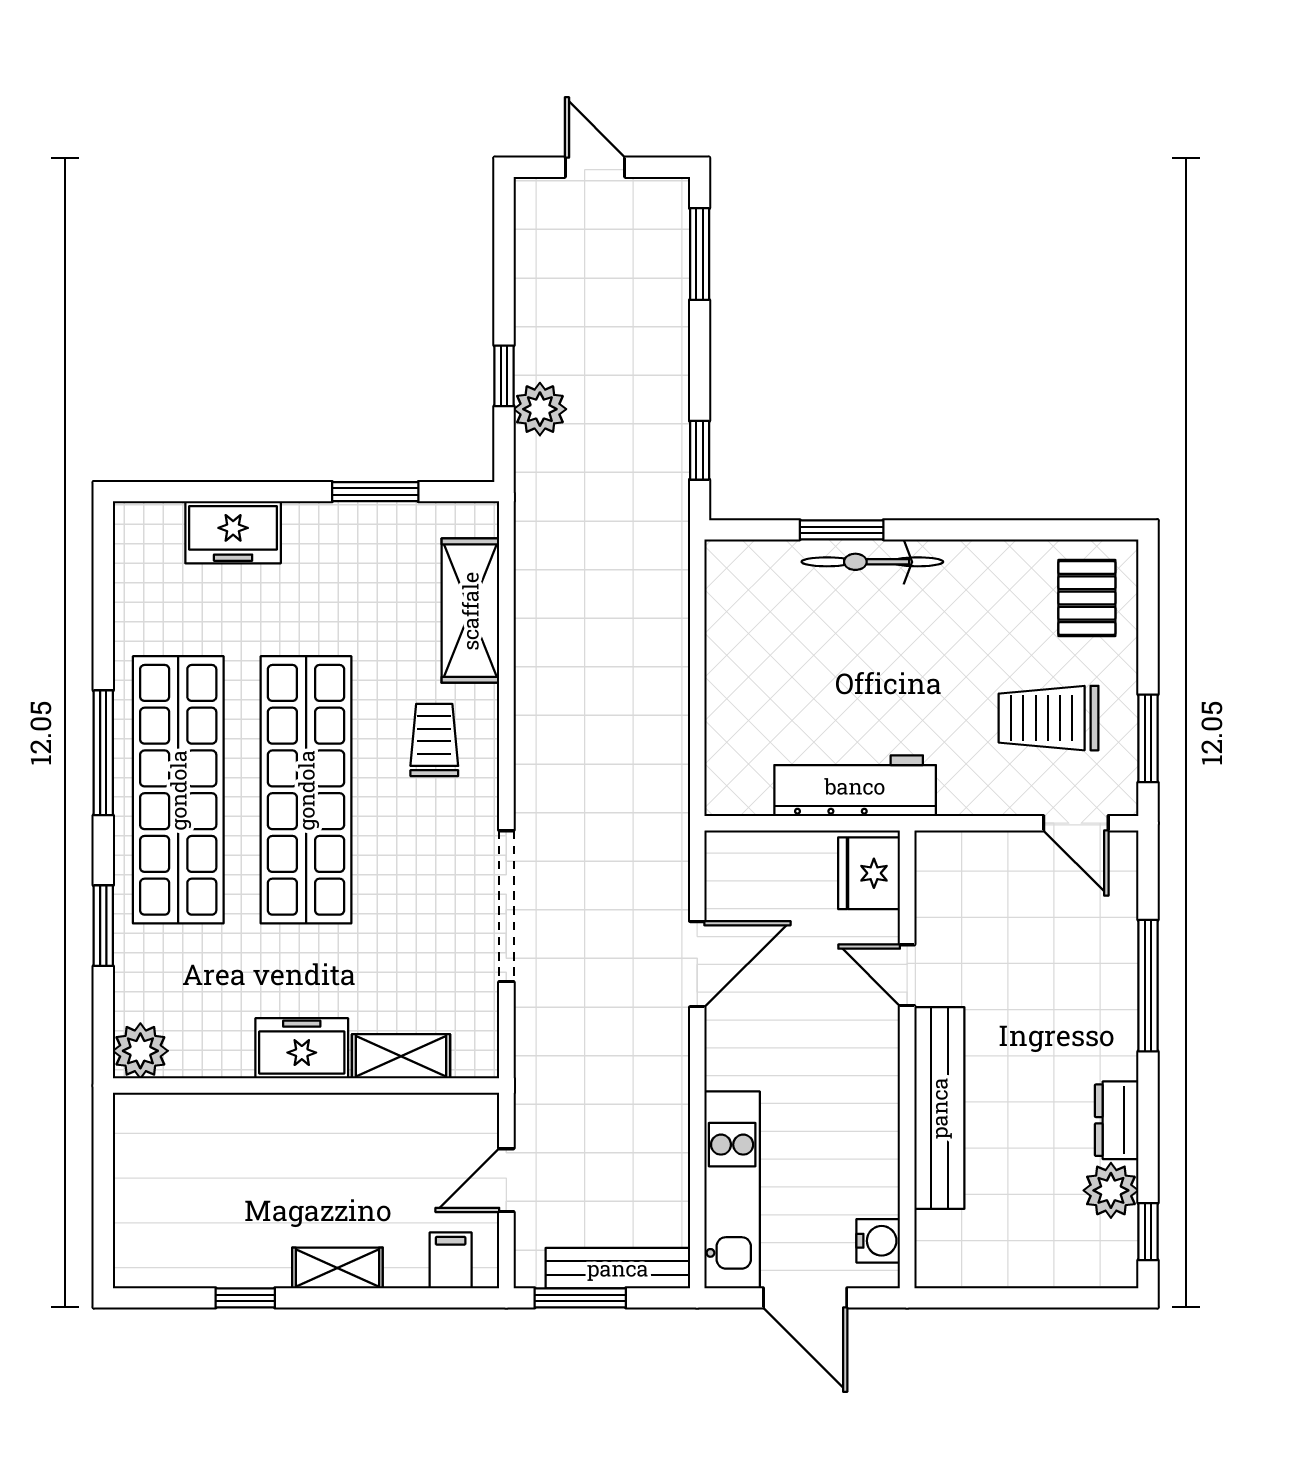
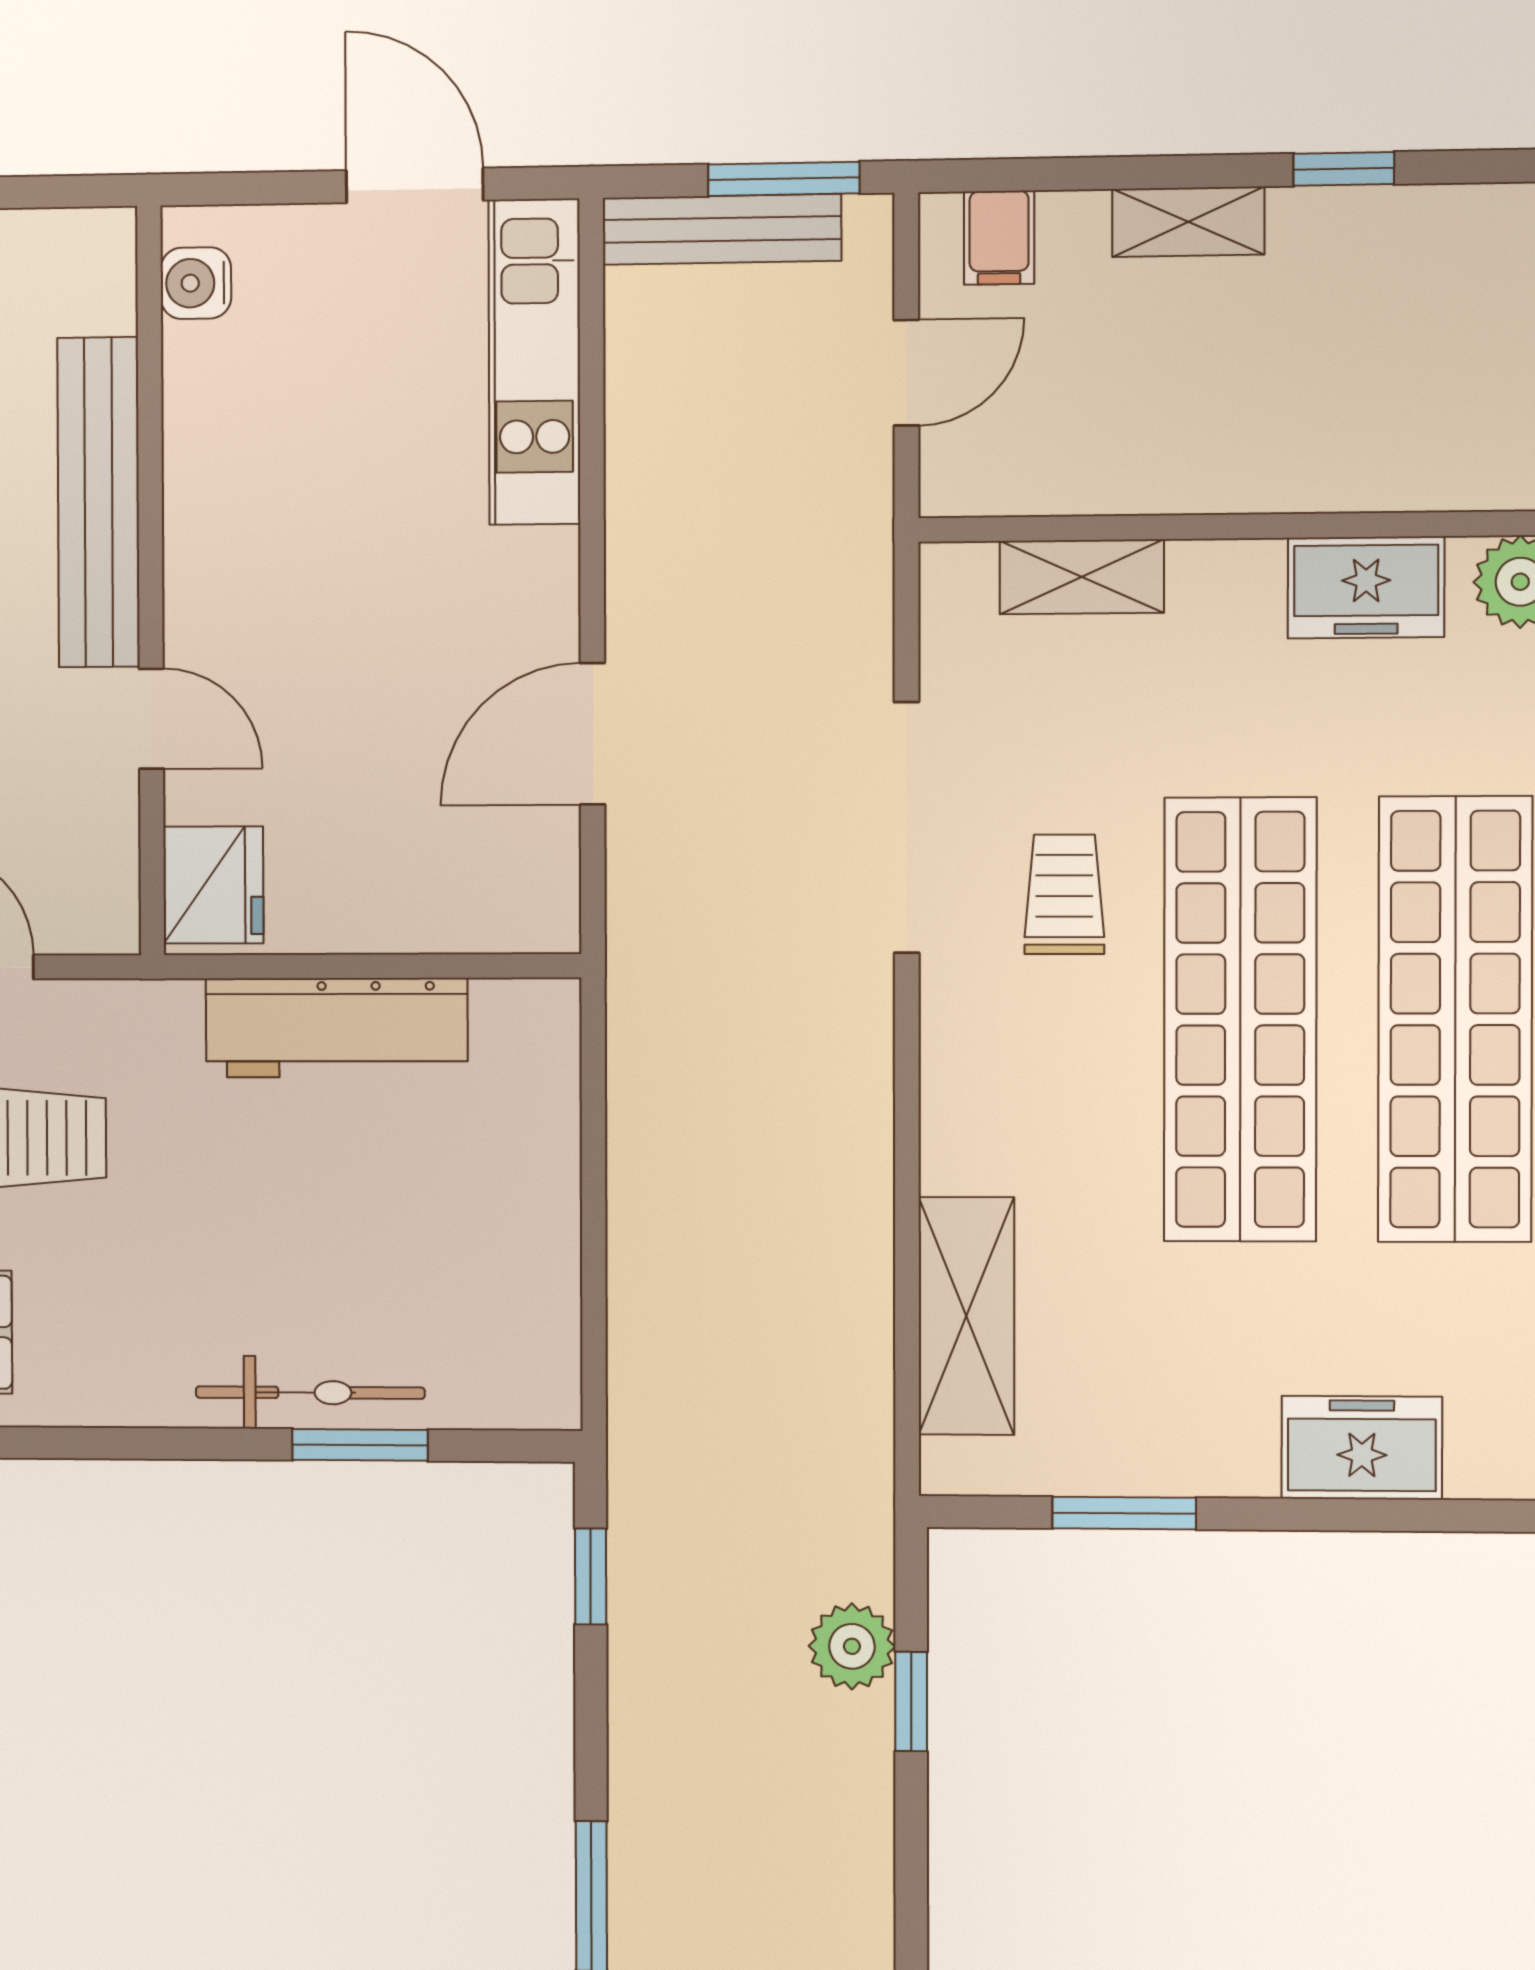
trolley: (434, 740) -> (1064, 894), moved, turned 180
fridge: (869, 873) -> (213, 885), moved
door: (907, 975) -> (151, 719), moved
freezer: (302, 1048) -> (1366, 587), moved
wall: (907, 1059) -> (151, 581), moved
bench: (939, 1108) -> (98, 502), moved
water cooler: (878, 1241) -> (196, 283), moved

